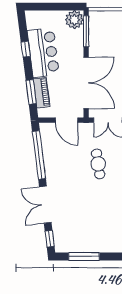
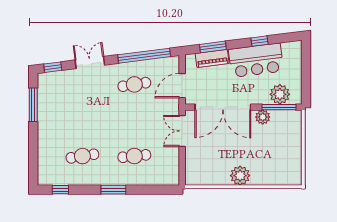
plant: (74, 20) -> (280, 94), moved
plant: (95, 46) -> (263, 117), added
cafe table: (98, 164) -> (134, 84), moved
double door: (45, 205) -> (90, 63), width x0.73

